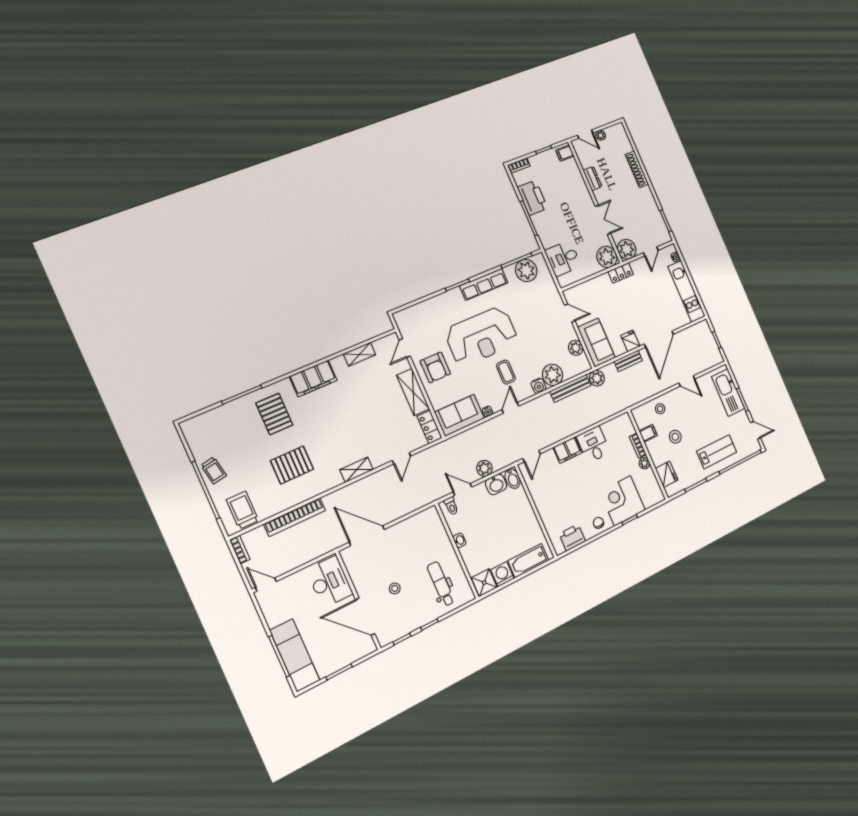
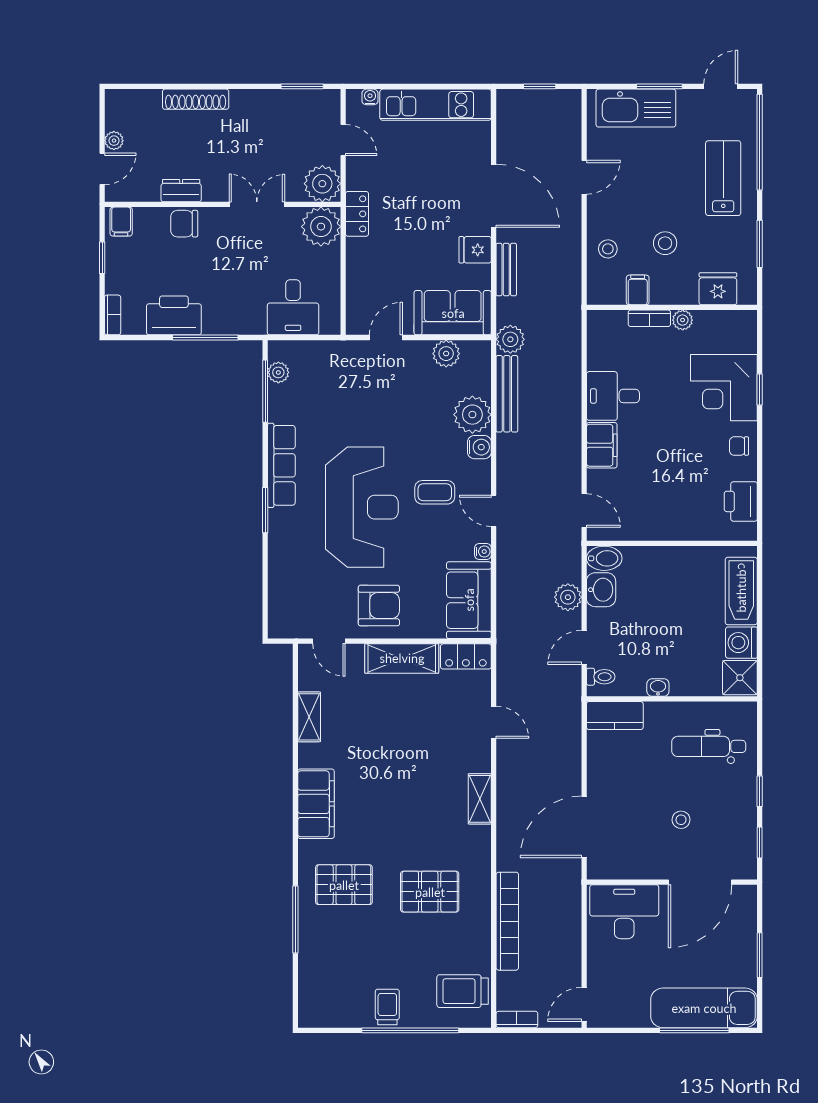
chair: (578, 186) -> (184, 224), added
plant: (526, 270) -> (278, 372), width x0.53, depth x0.53
pallet: (292, 465) -> (430, 892), turned 90
trolley: (214, 470) -> (387, 1007), turned -80
kitchen counter: (434, 524) -> (615, 716), added

